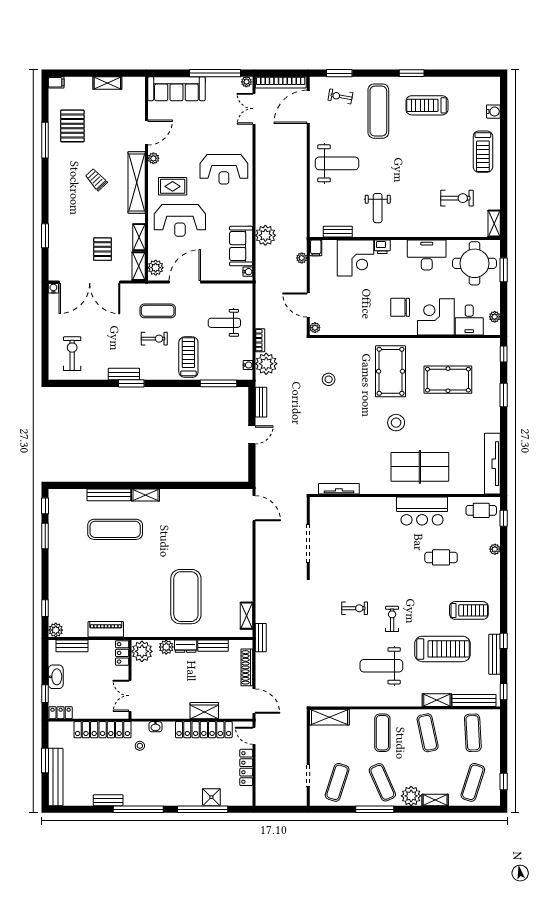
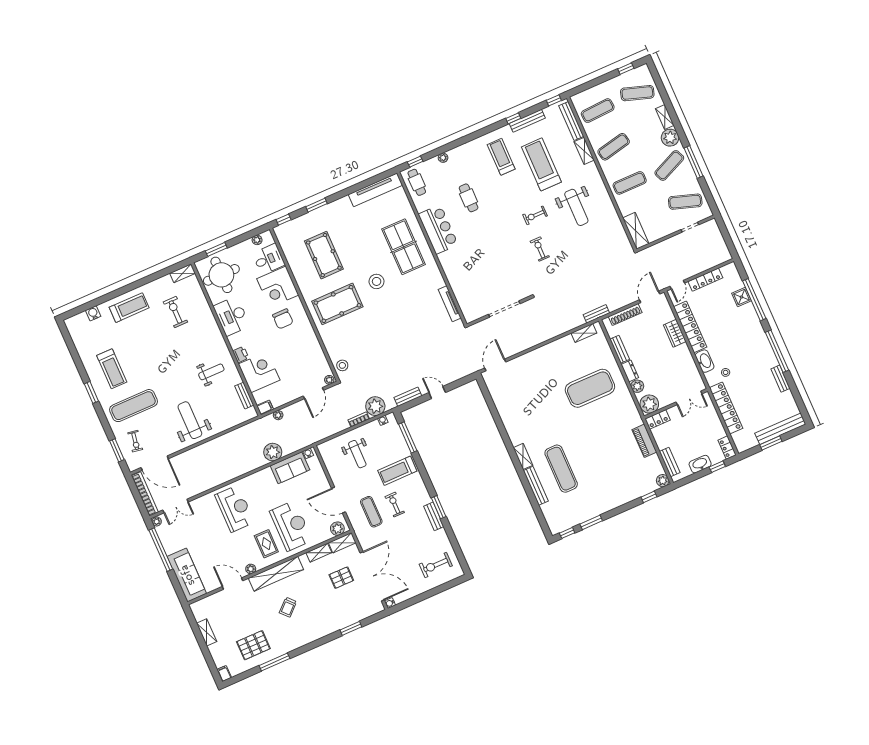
stool: (329, 379) -> (342, 365), moved
washbasin: (155, 727) -> (705, 361), width x1.91, depth x1.45

